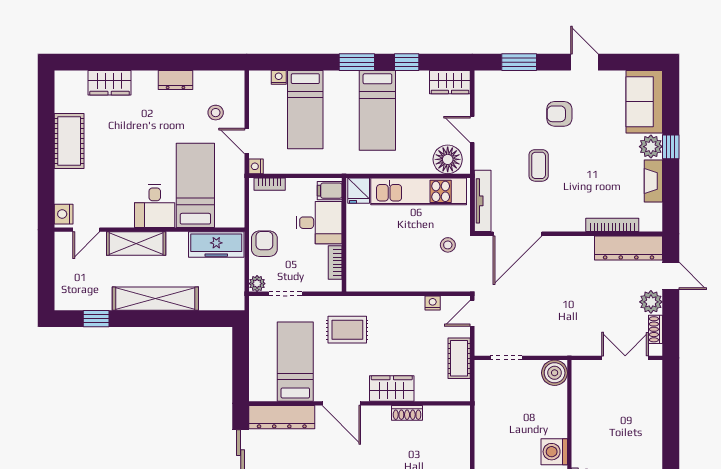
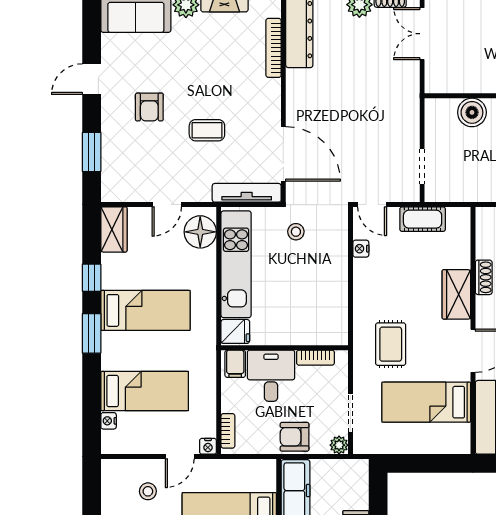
boiler: (555, 373) -> (472, 112), moved

